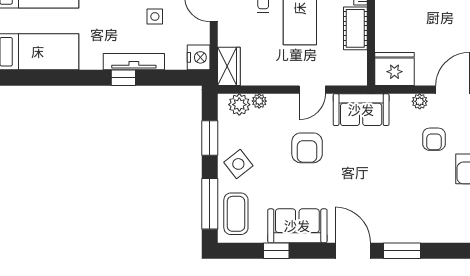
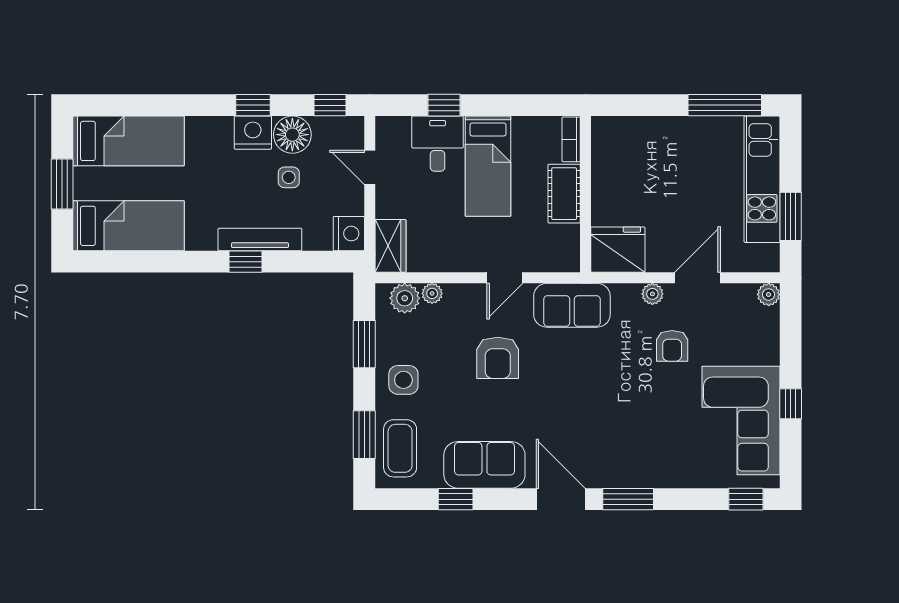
side table: (238, 164) -> (403, 380), turned 38
window: (210, 204) -> (364, 435), width x0.69

